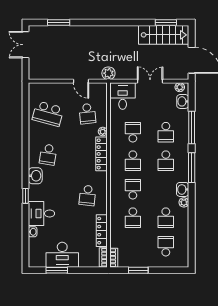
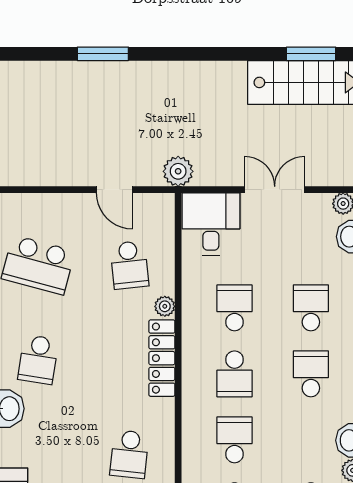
window: (59, 23) -> (103, 54), moved
school desk: (166, 132) -> (311, 308), turned 180
school desk: (166, 161) -> (311, 374), turned 180

